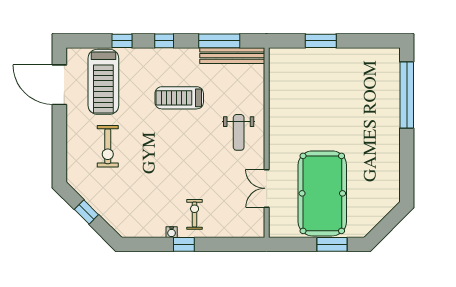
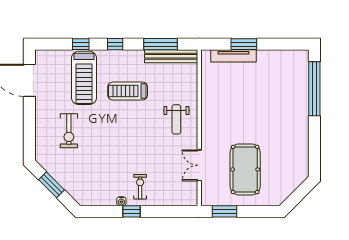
tv unit: (308, 55) -> (233, 56), added
treadmill: (103, 82) -> (84, 78), moved
pool table: (322, 193) -> (245, 169), width x0.73, depth x0.76
window: (86, 212) -> (51, 185), width x1.50
window: (332, 244) -> (224, 211), moved

